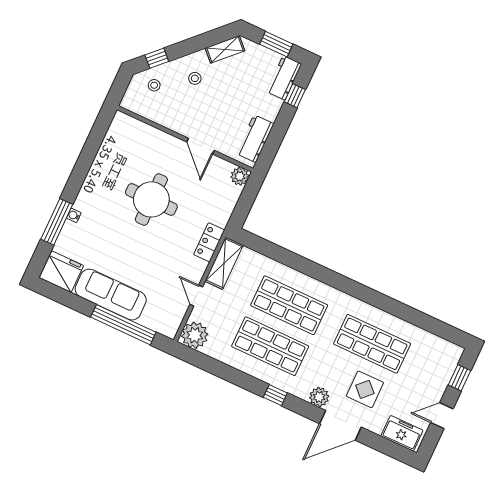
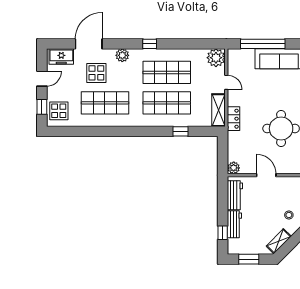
workbench: (284, 78) -> (234, 224), moved
window: (288, 258) -> (180, 131), added
display table: (439, 362) -> (59, 111), added
door: (340, 425) -> (89, 44), moved

